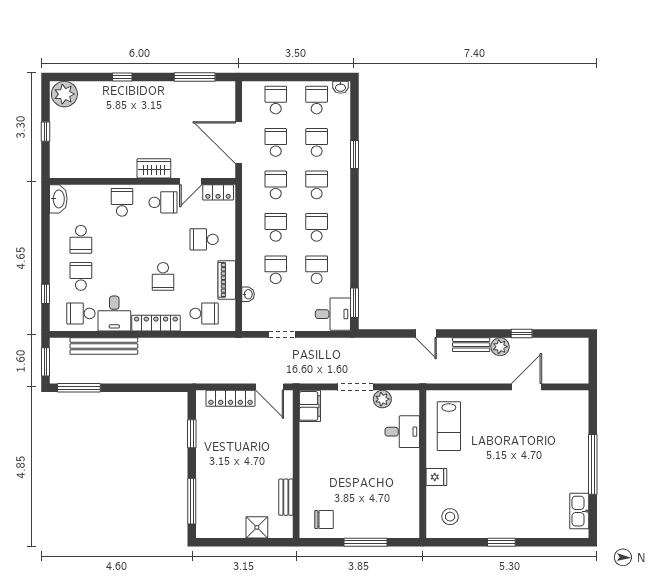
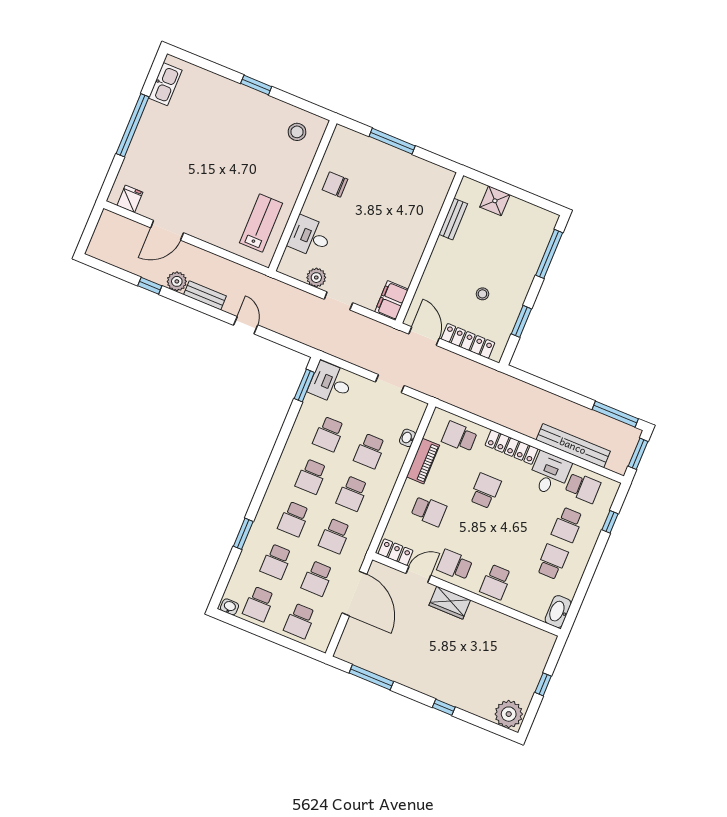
doorway: (355, 387) -> (338, 301), width x0.73
stool: (235, 444) -> (482, 294), added
fridge: (436, 477) -> (130, 199), moved, turned 90
chair: (324, 520) -> (335, 184), moved

